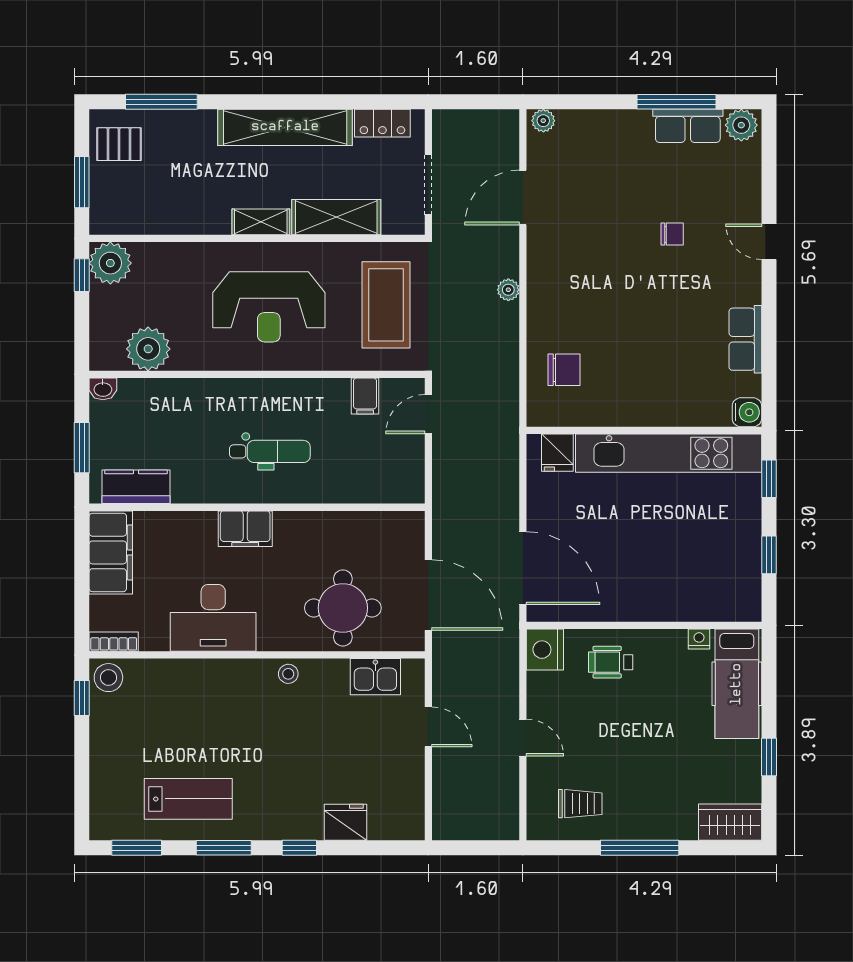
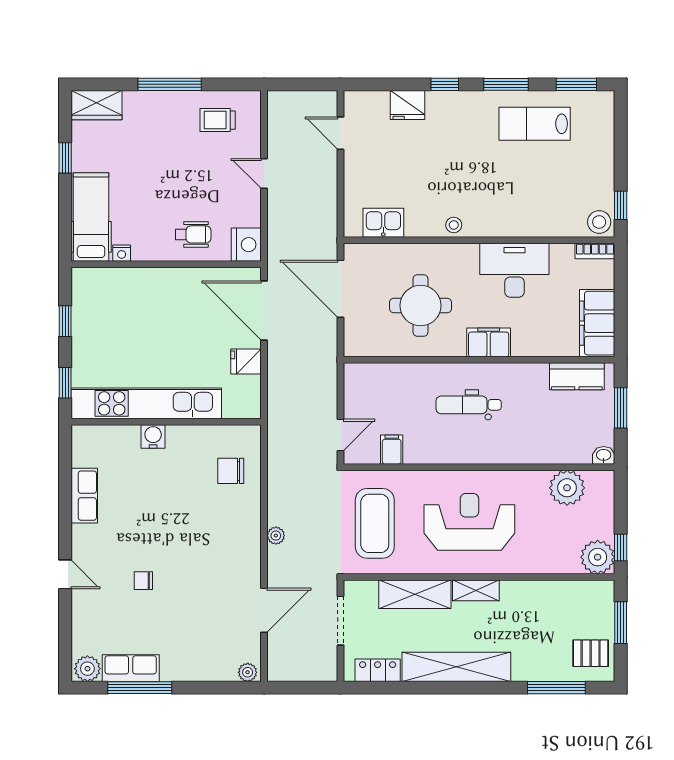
water cooler: (747, 412) -> (153, 437), moved, turned 90
fridge: (557, 453) -> (246, 361), moved, turned -90
round table: (343, 608) -> (421, 306), moved
door: (428, 727) -> (340, 133), moved

